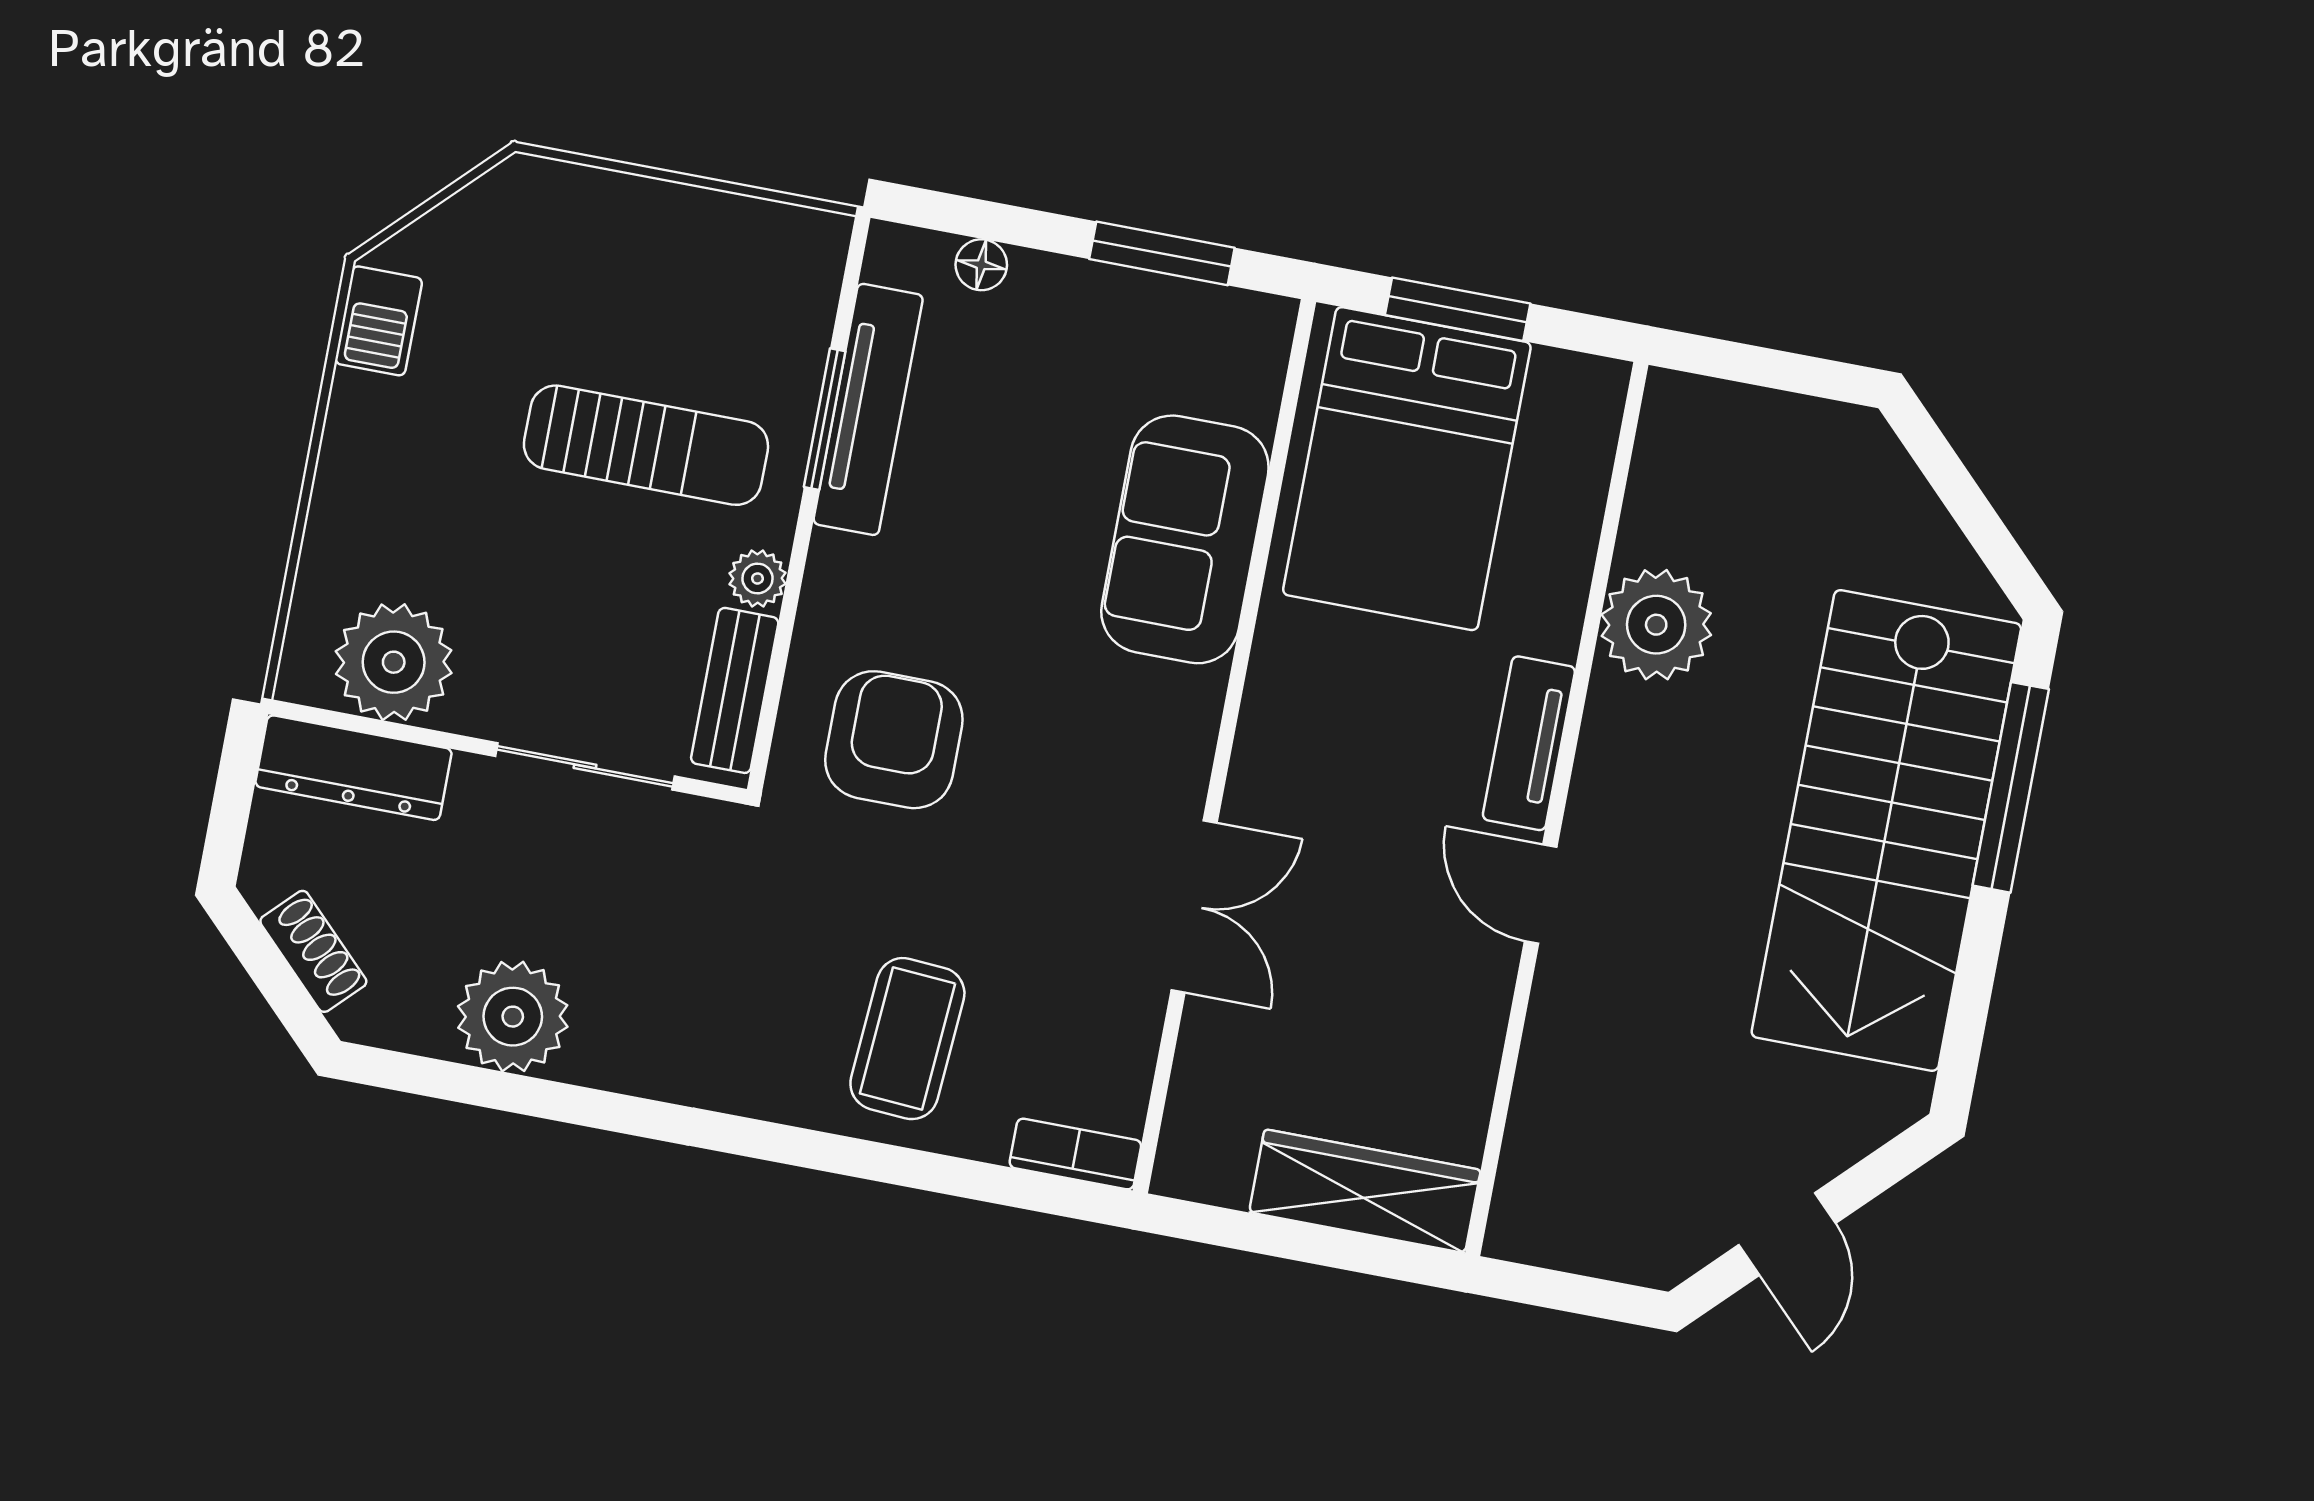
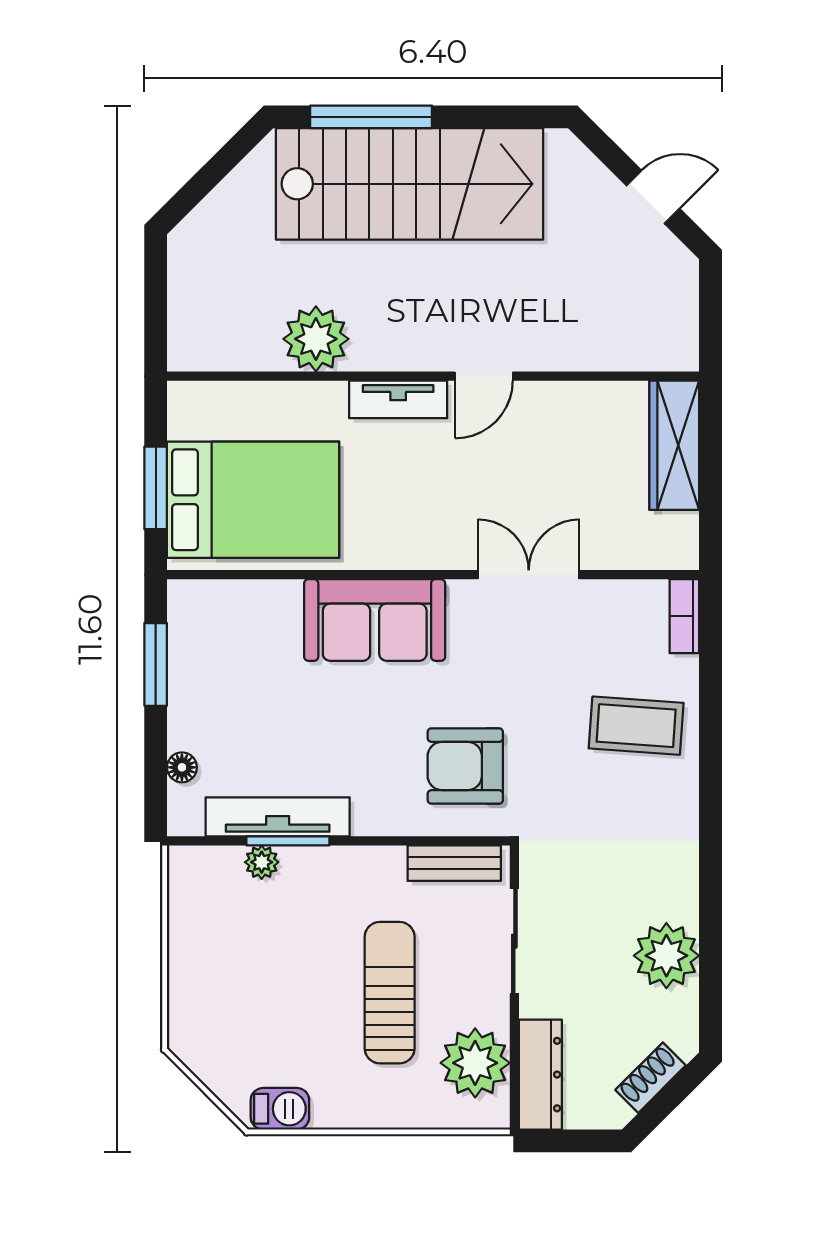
sun lounger: (646, 445) -> (390, 993), moved
sofa: (1185, 539) -> (375, 620), moved
plant: (757, 578) -> (262, 862), moved

